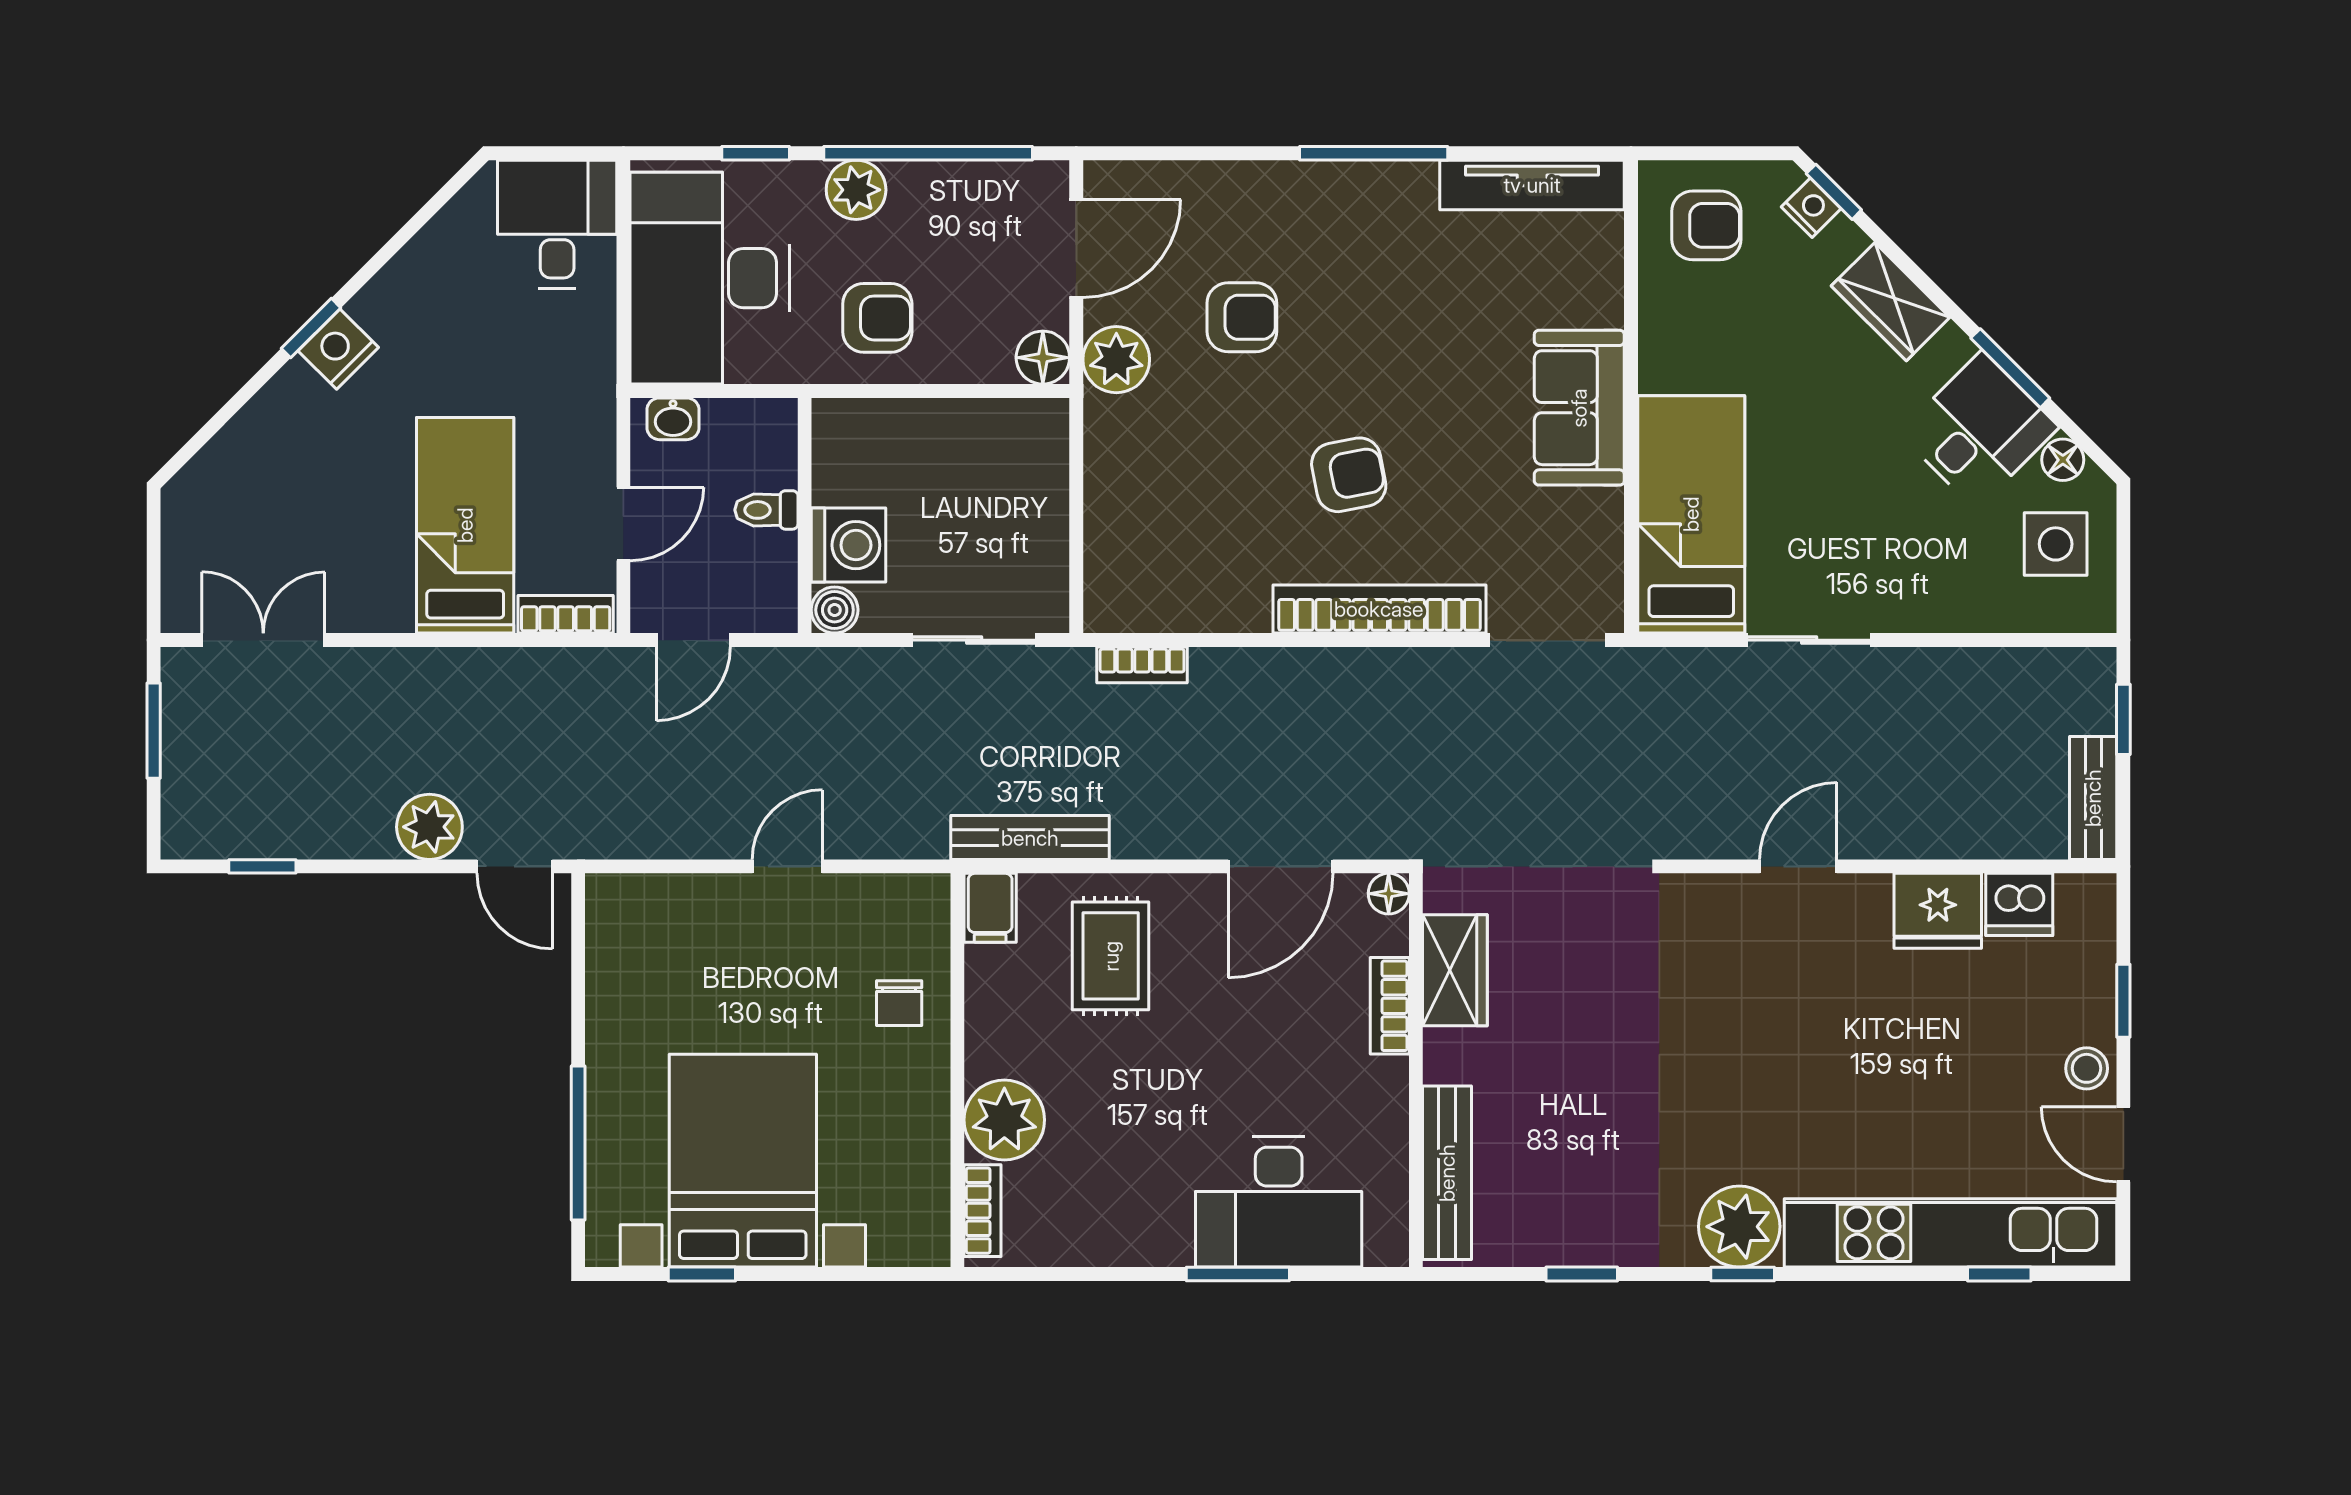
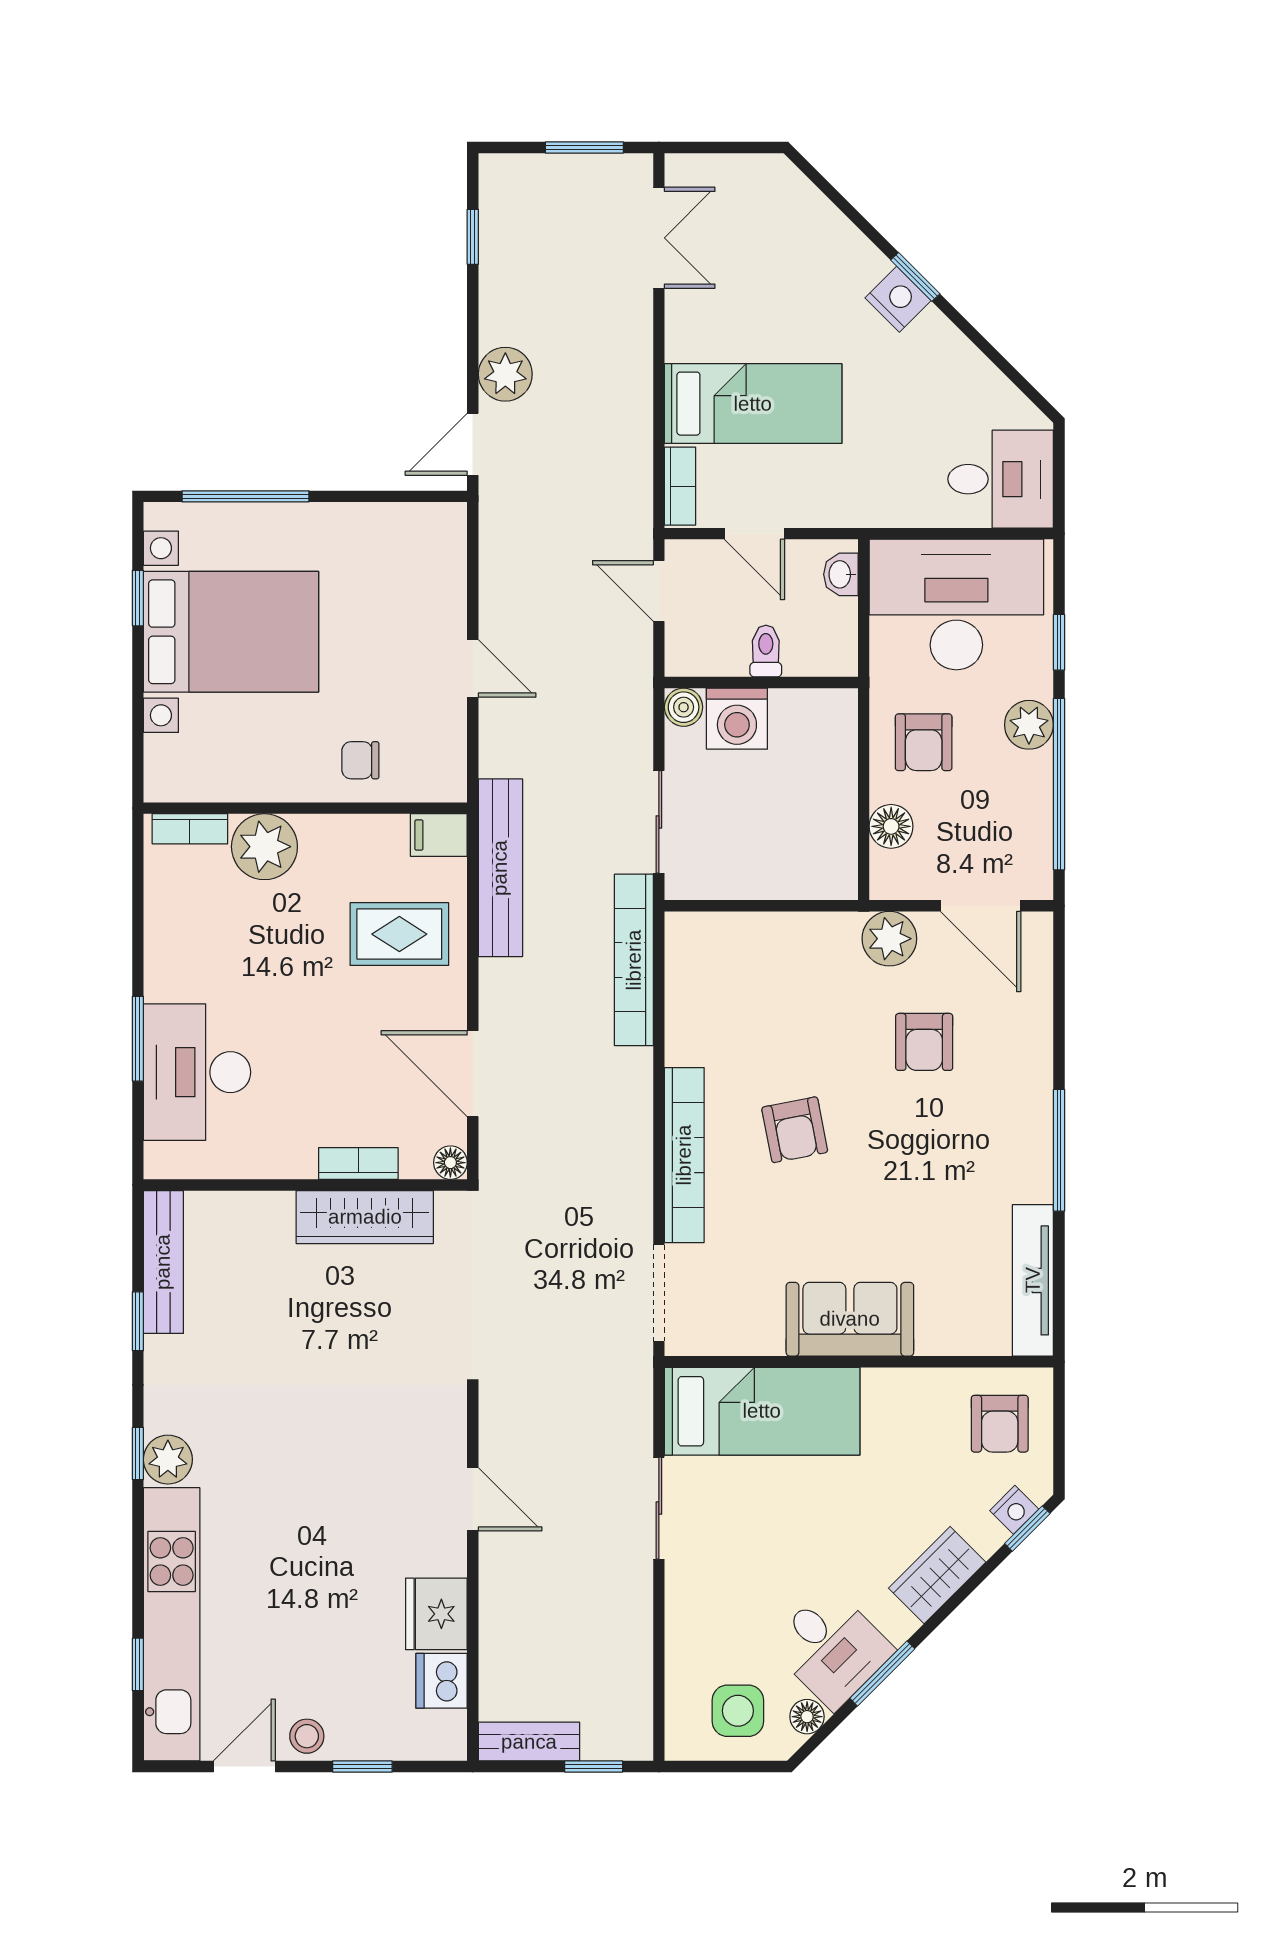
floor lamp: (1043, 358) -> (891, 826), moved
bookcase: (1142, 665) -> (634, 960), width x2.31, depth x1.31
bench: (1030, 838) -> (500, 868), width x1.37, depth x1.21
wardrobe: (1455, 970) -> (365, 1217), width x1.50
bench: (1447, 1173) -> (163, 1262), moved, turned 90
plant: (1739, 1227) -> (168, 1460), width x0.73, depth x0.73

